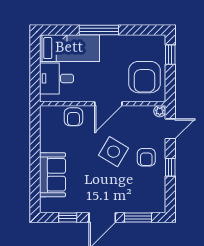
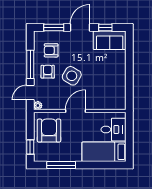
window: (99, 30) -> (61, 165), moved
armchair: (73, 117) -> (51, 50), moved, turned -90
window: (170, 167) -> (30, 64), width x2.17
sofa: (52, 175) -> (110, 40), moved, turned -90

